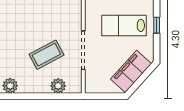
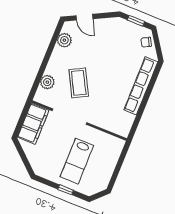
lab bench: (124, 25) -> (77, 161), turned 180
filing cabinet: (131, 71) -> (33, 124), moved, turned 48

